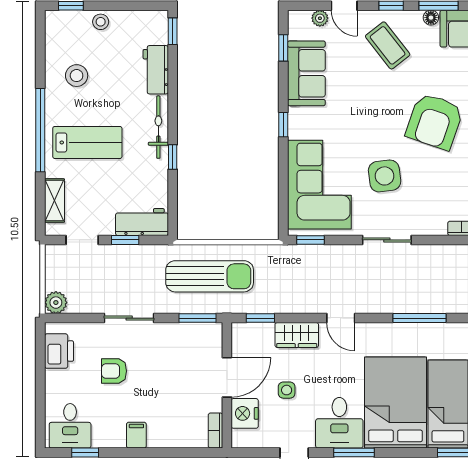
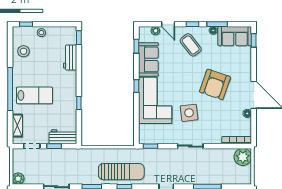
stool: (77, 76) -> (24, 51), moved
bicycle: (158, 127) -> (71, 87), removed
corner sofa: (319, 185) -> (155, 100), moved
sun lounger: (210, 276) -> (121, 172), moved

